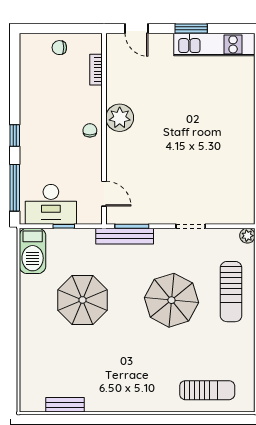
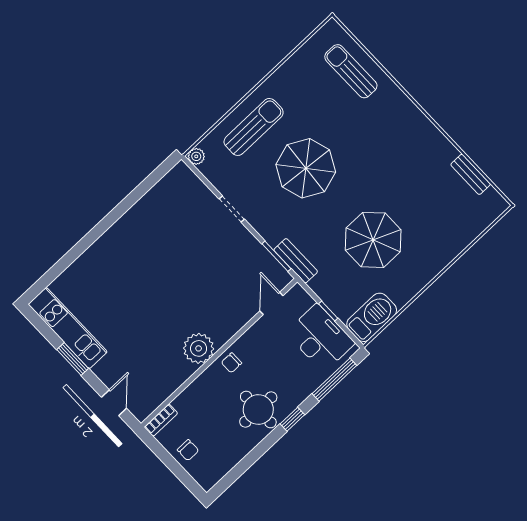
bookcase: (96, 70) -> (161, 420), moved
round table: (42, 119) -> (258, 410), added
bench: (125, 236) -> (296, 261), width x0.73

